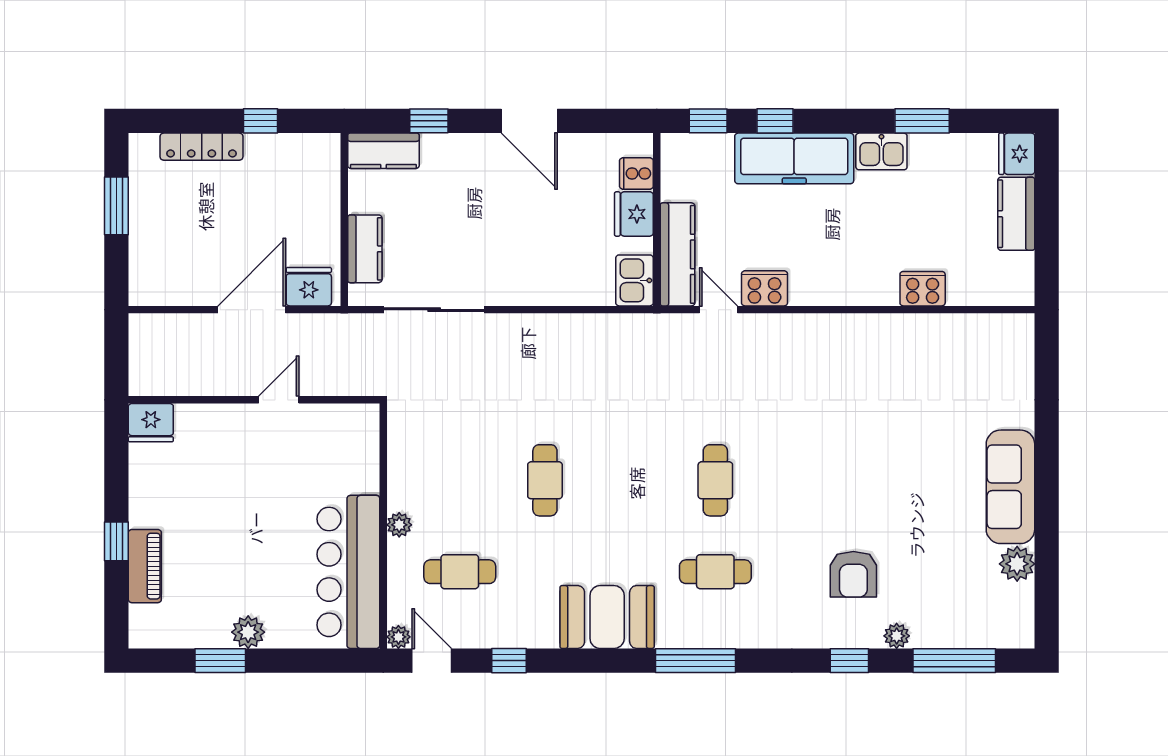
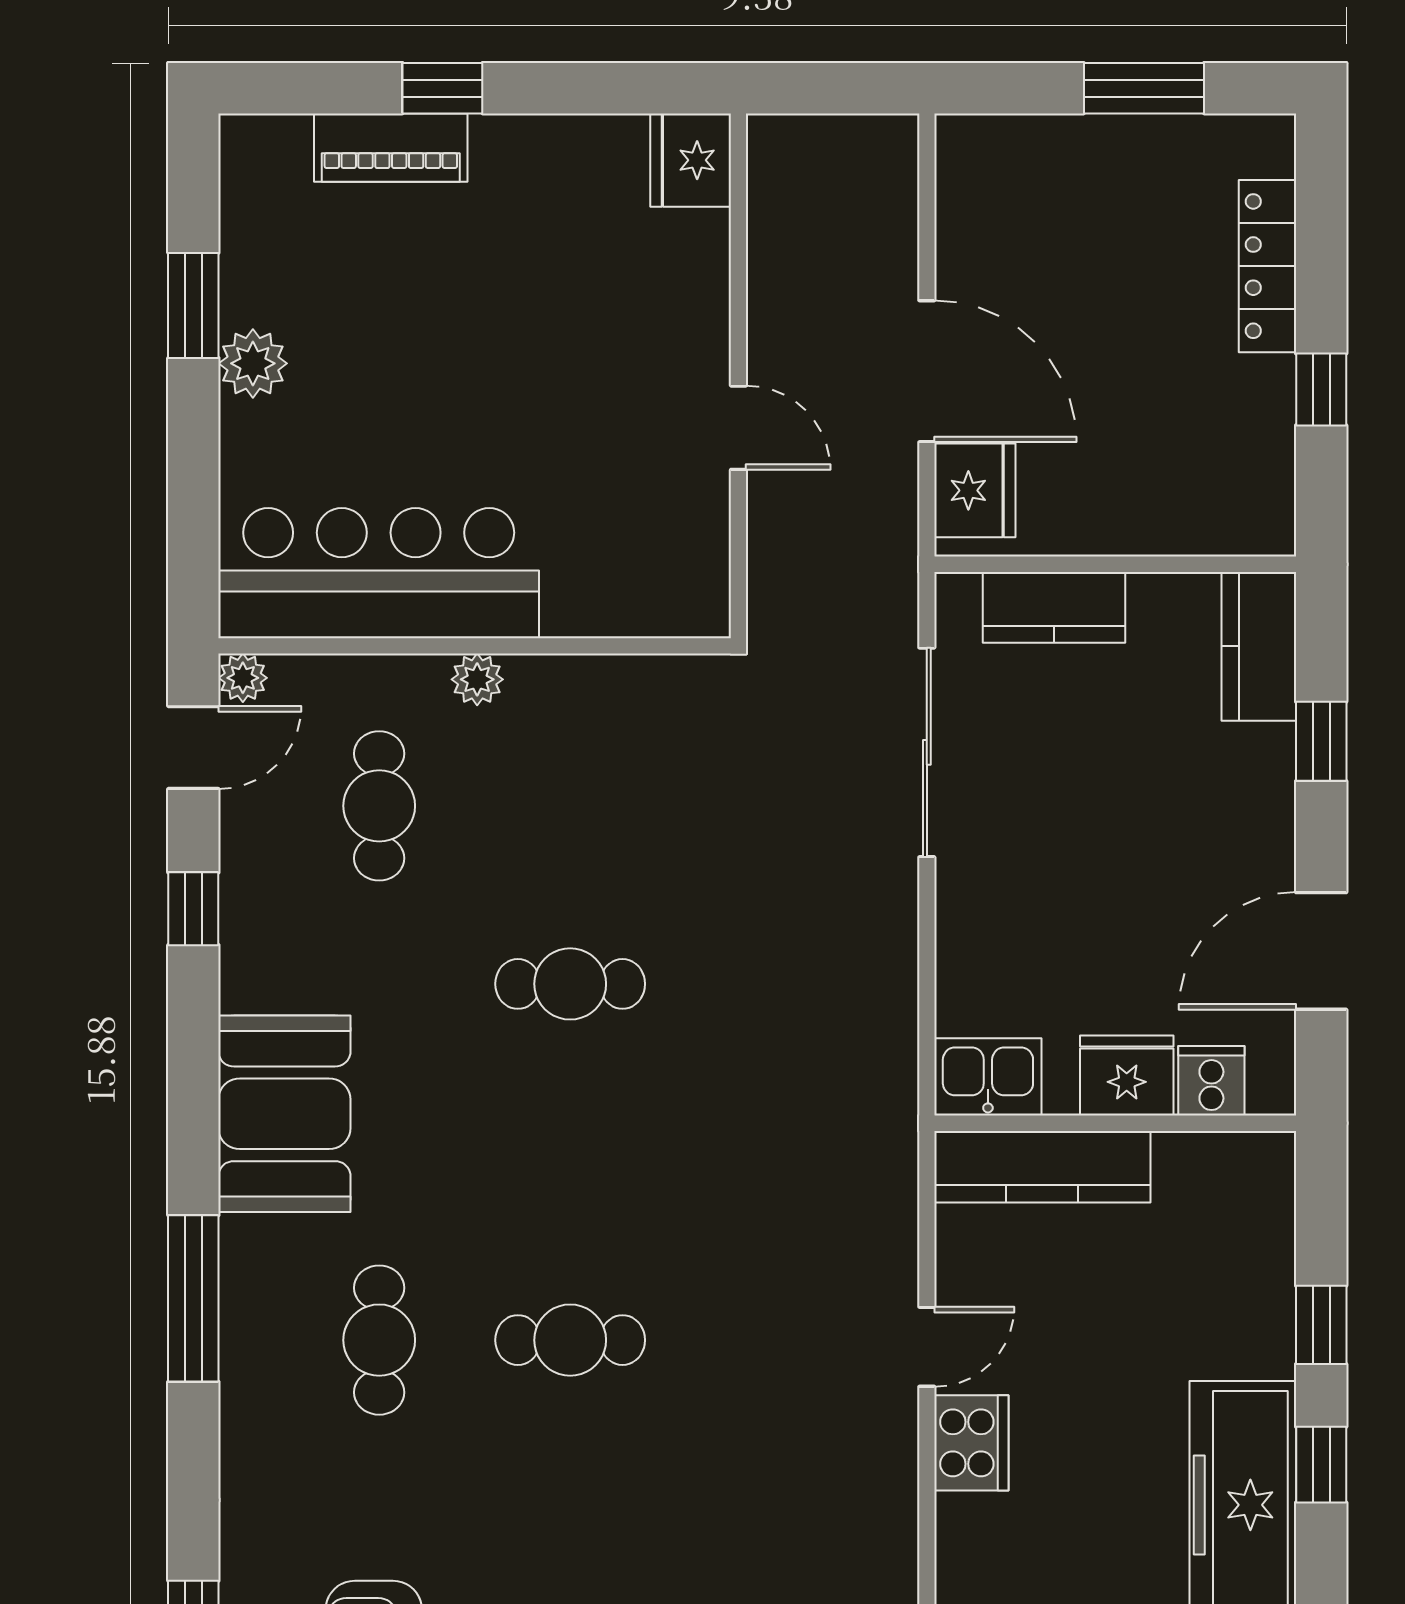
cooker: (636, 173) -> (1211, 1081), moved
fridge: (634, 214) -> (1127, 1076), moved
wall: (657, 220) -> (1115, 1123), moved
kitchen counter: (677, 254) -> (1042, 1167), moved
kitchen sink: (634, 280) -> (988, 1077), moved

